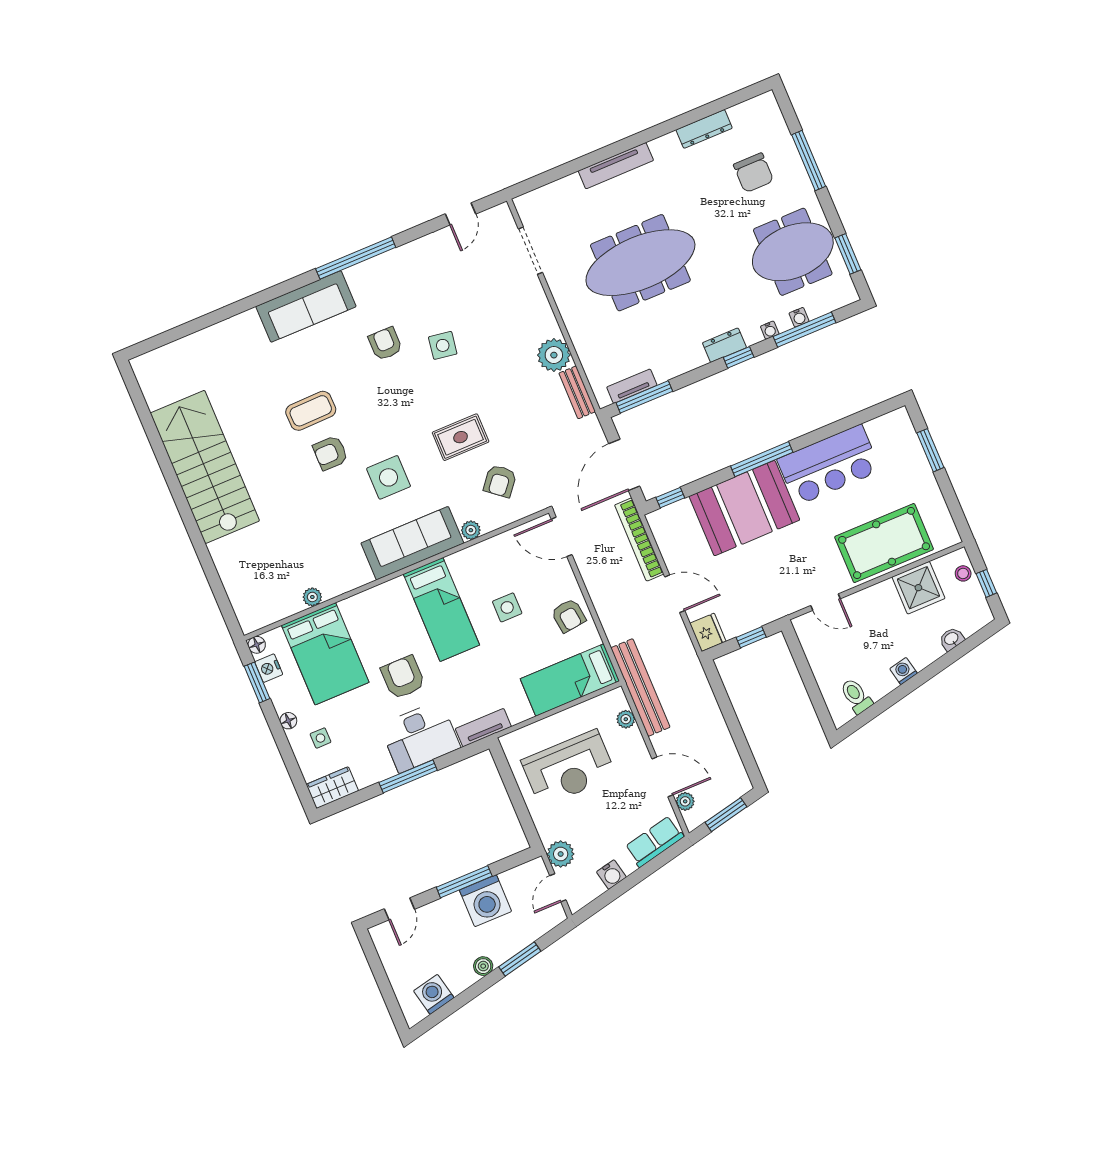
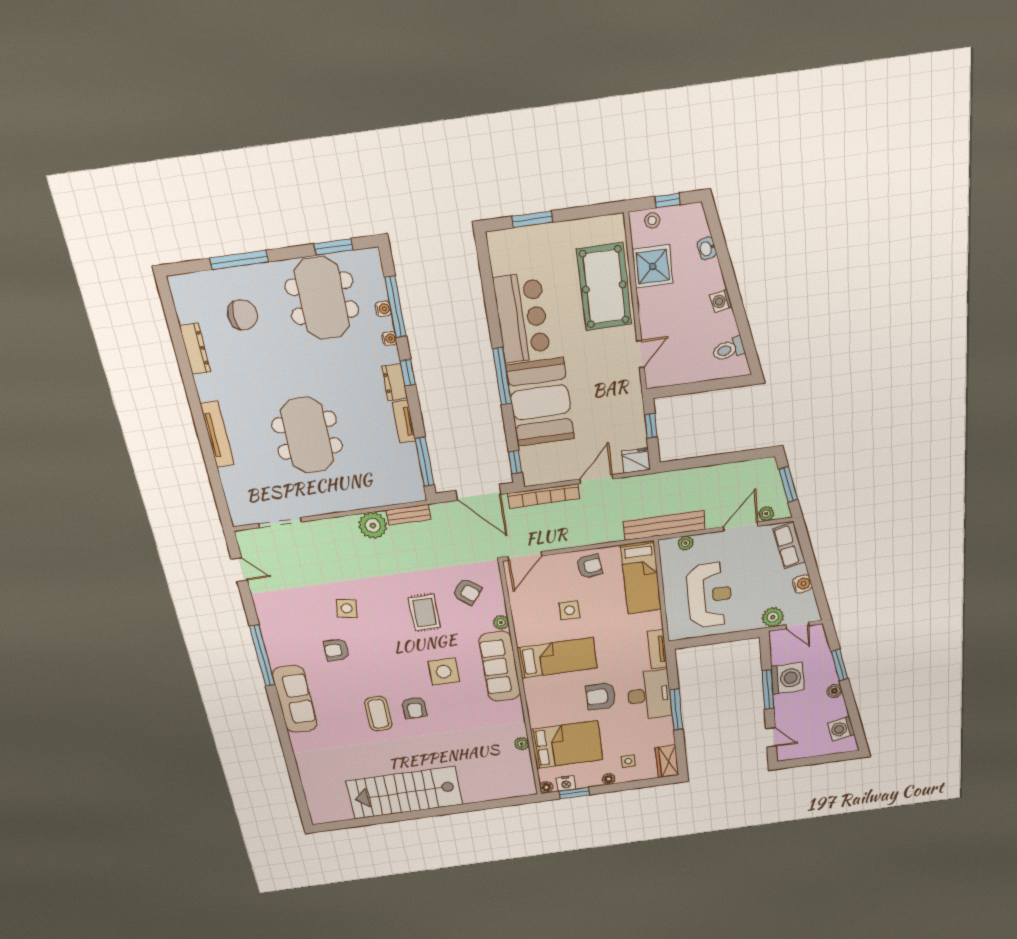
meeting table: (640, 263) -> (307, 435), width x0.73
tv unit: (632, 386) -> (404, 422), moved

